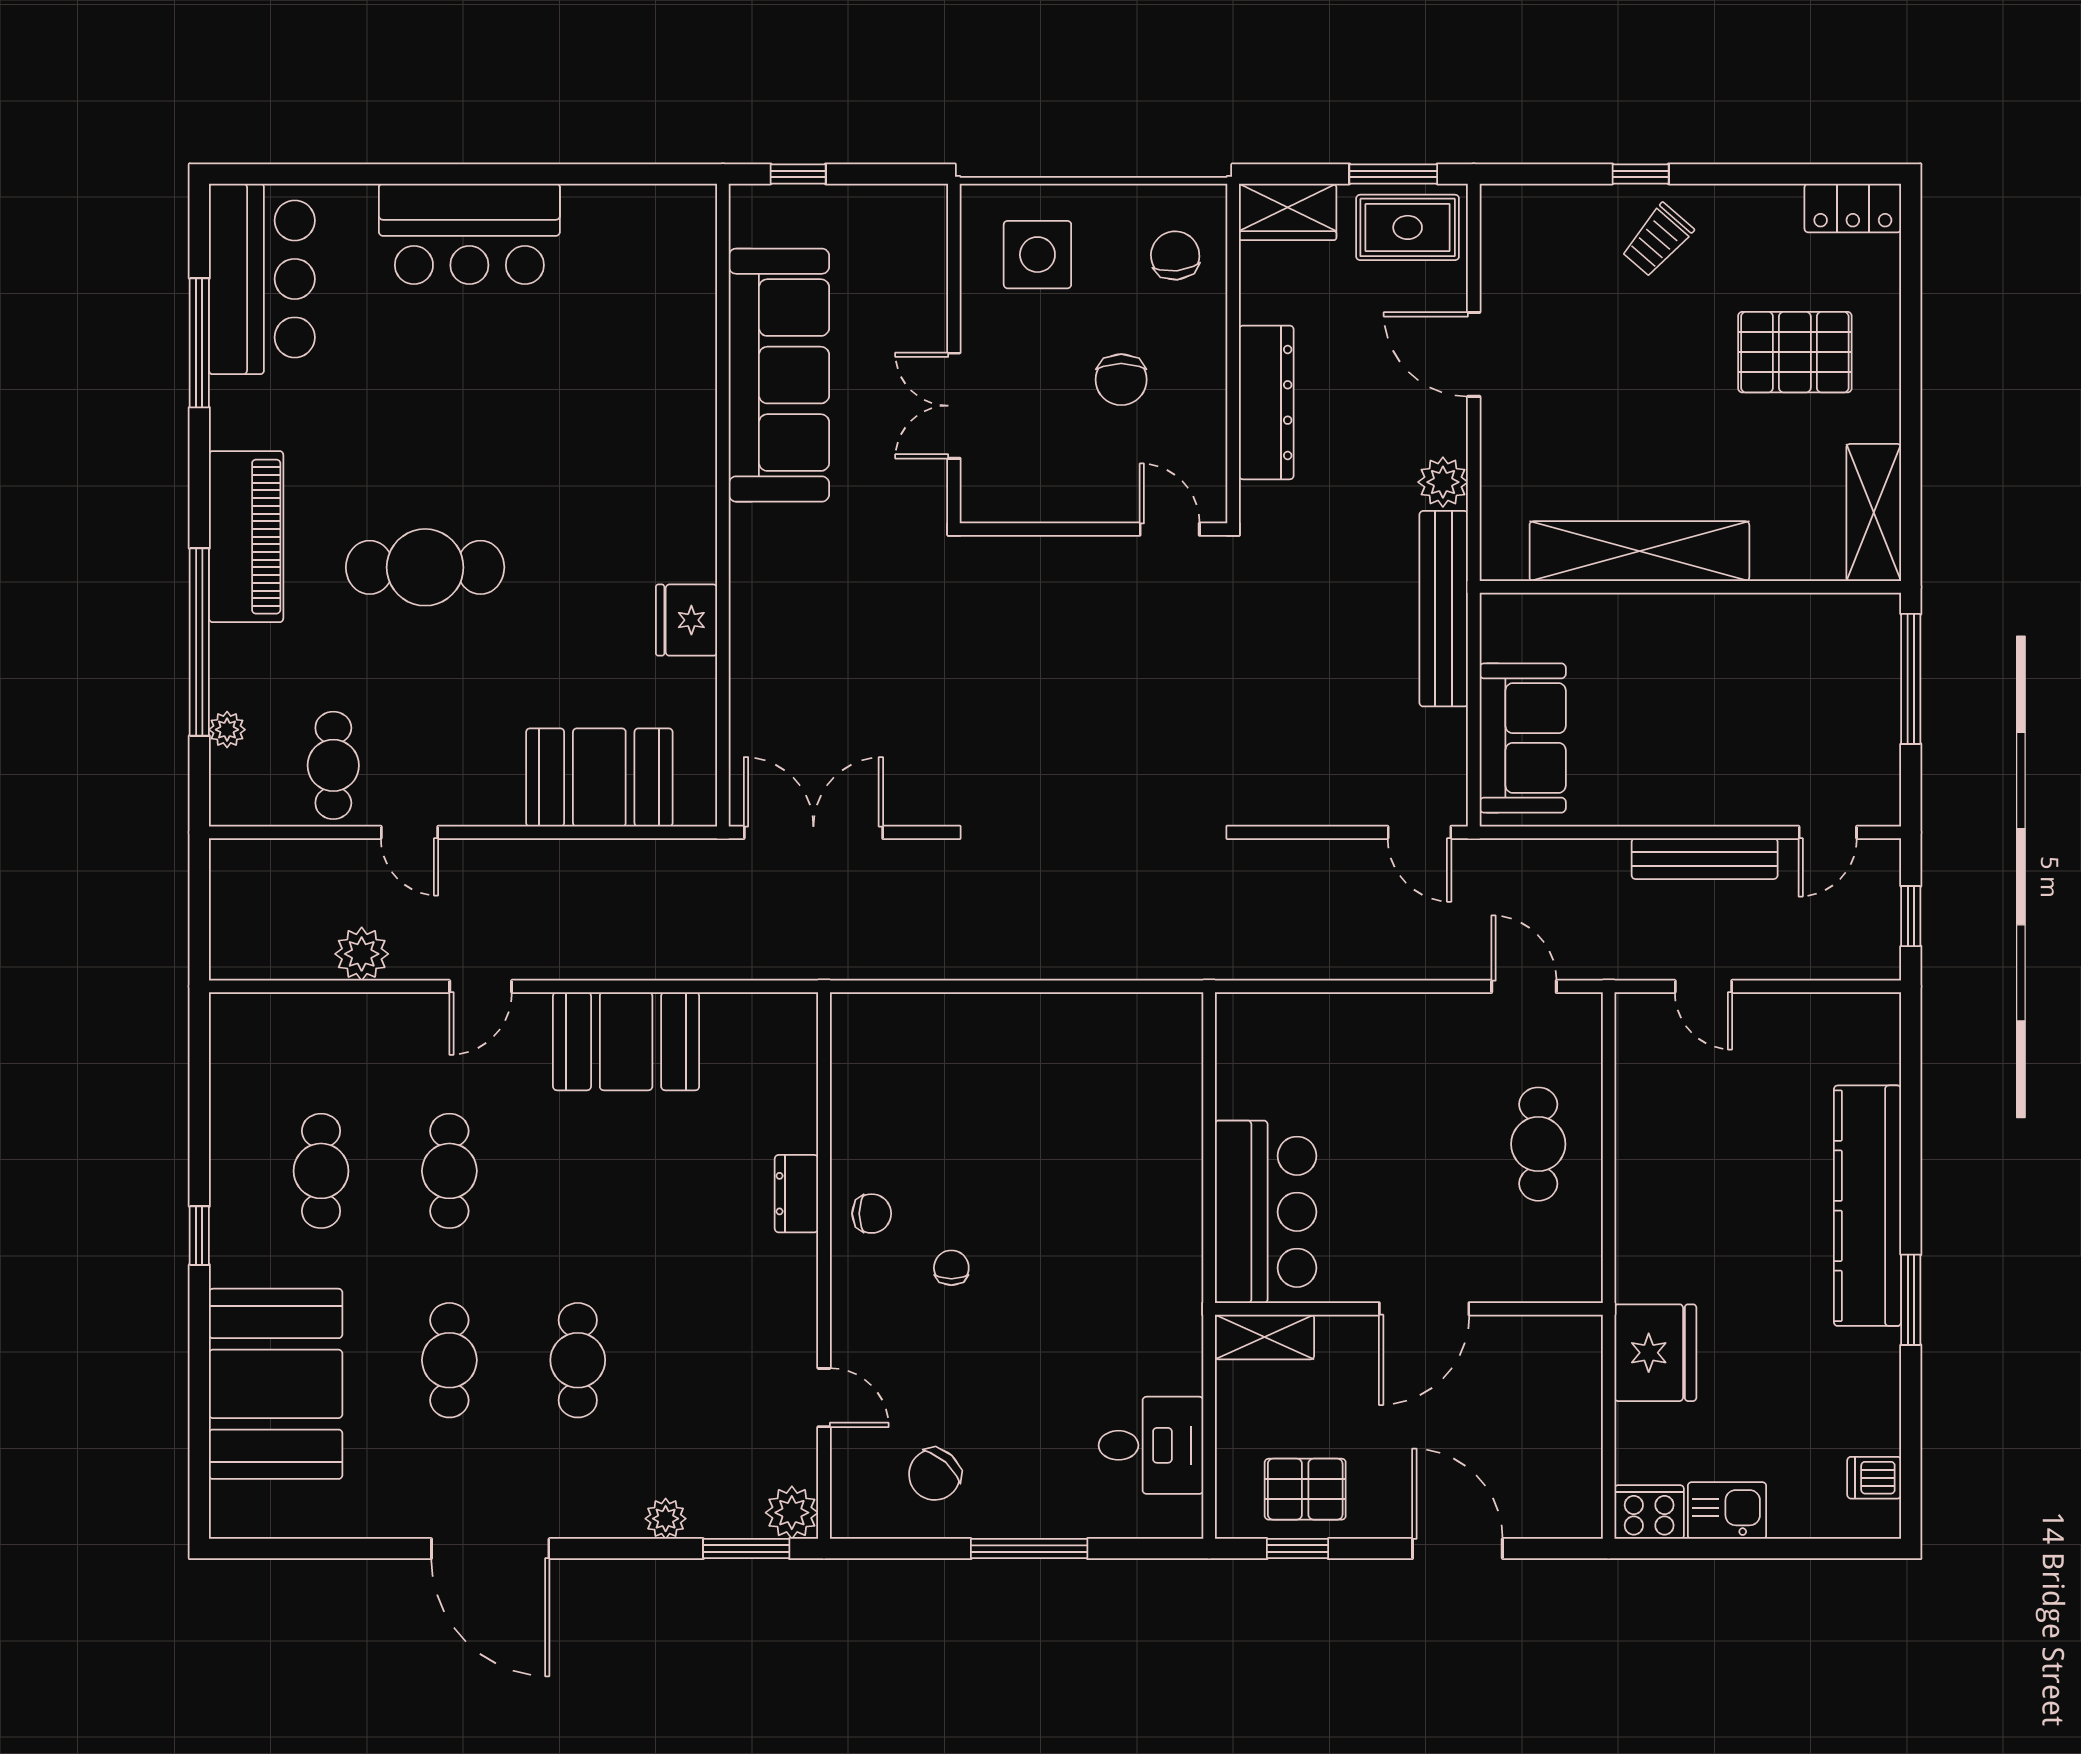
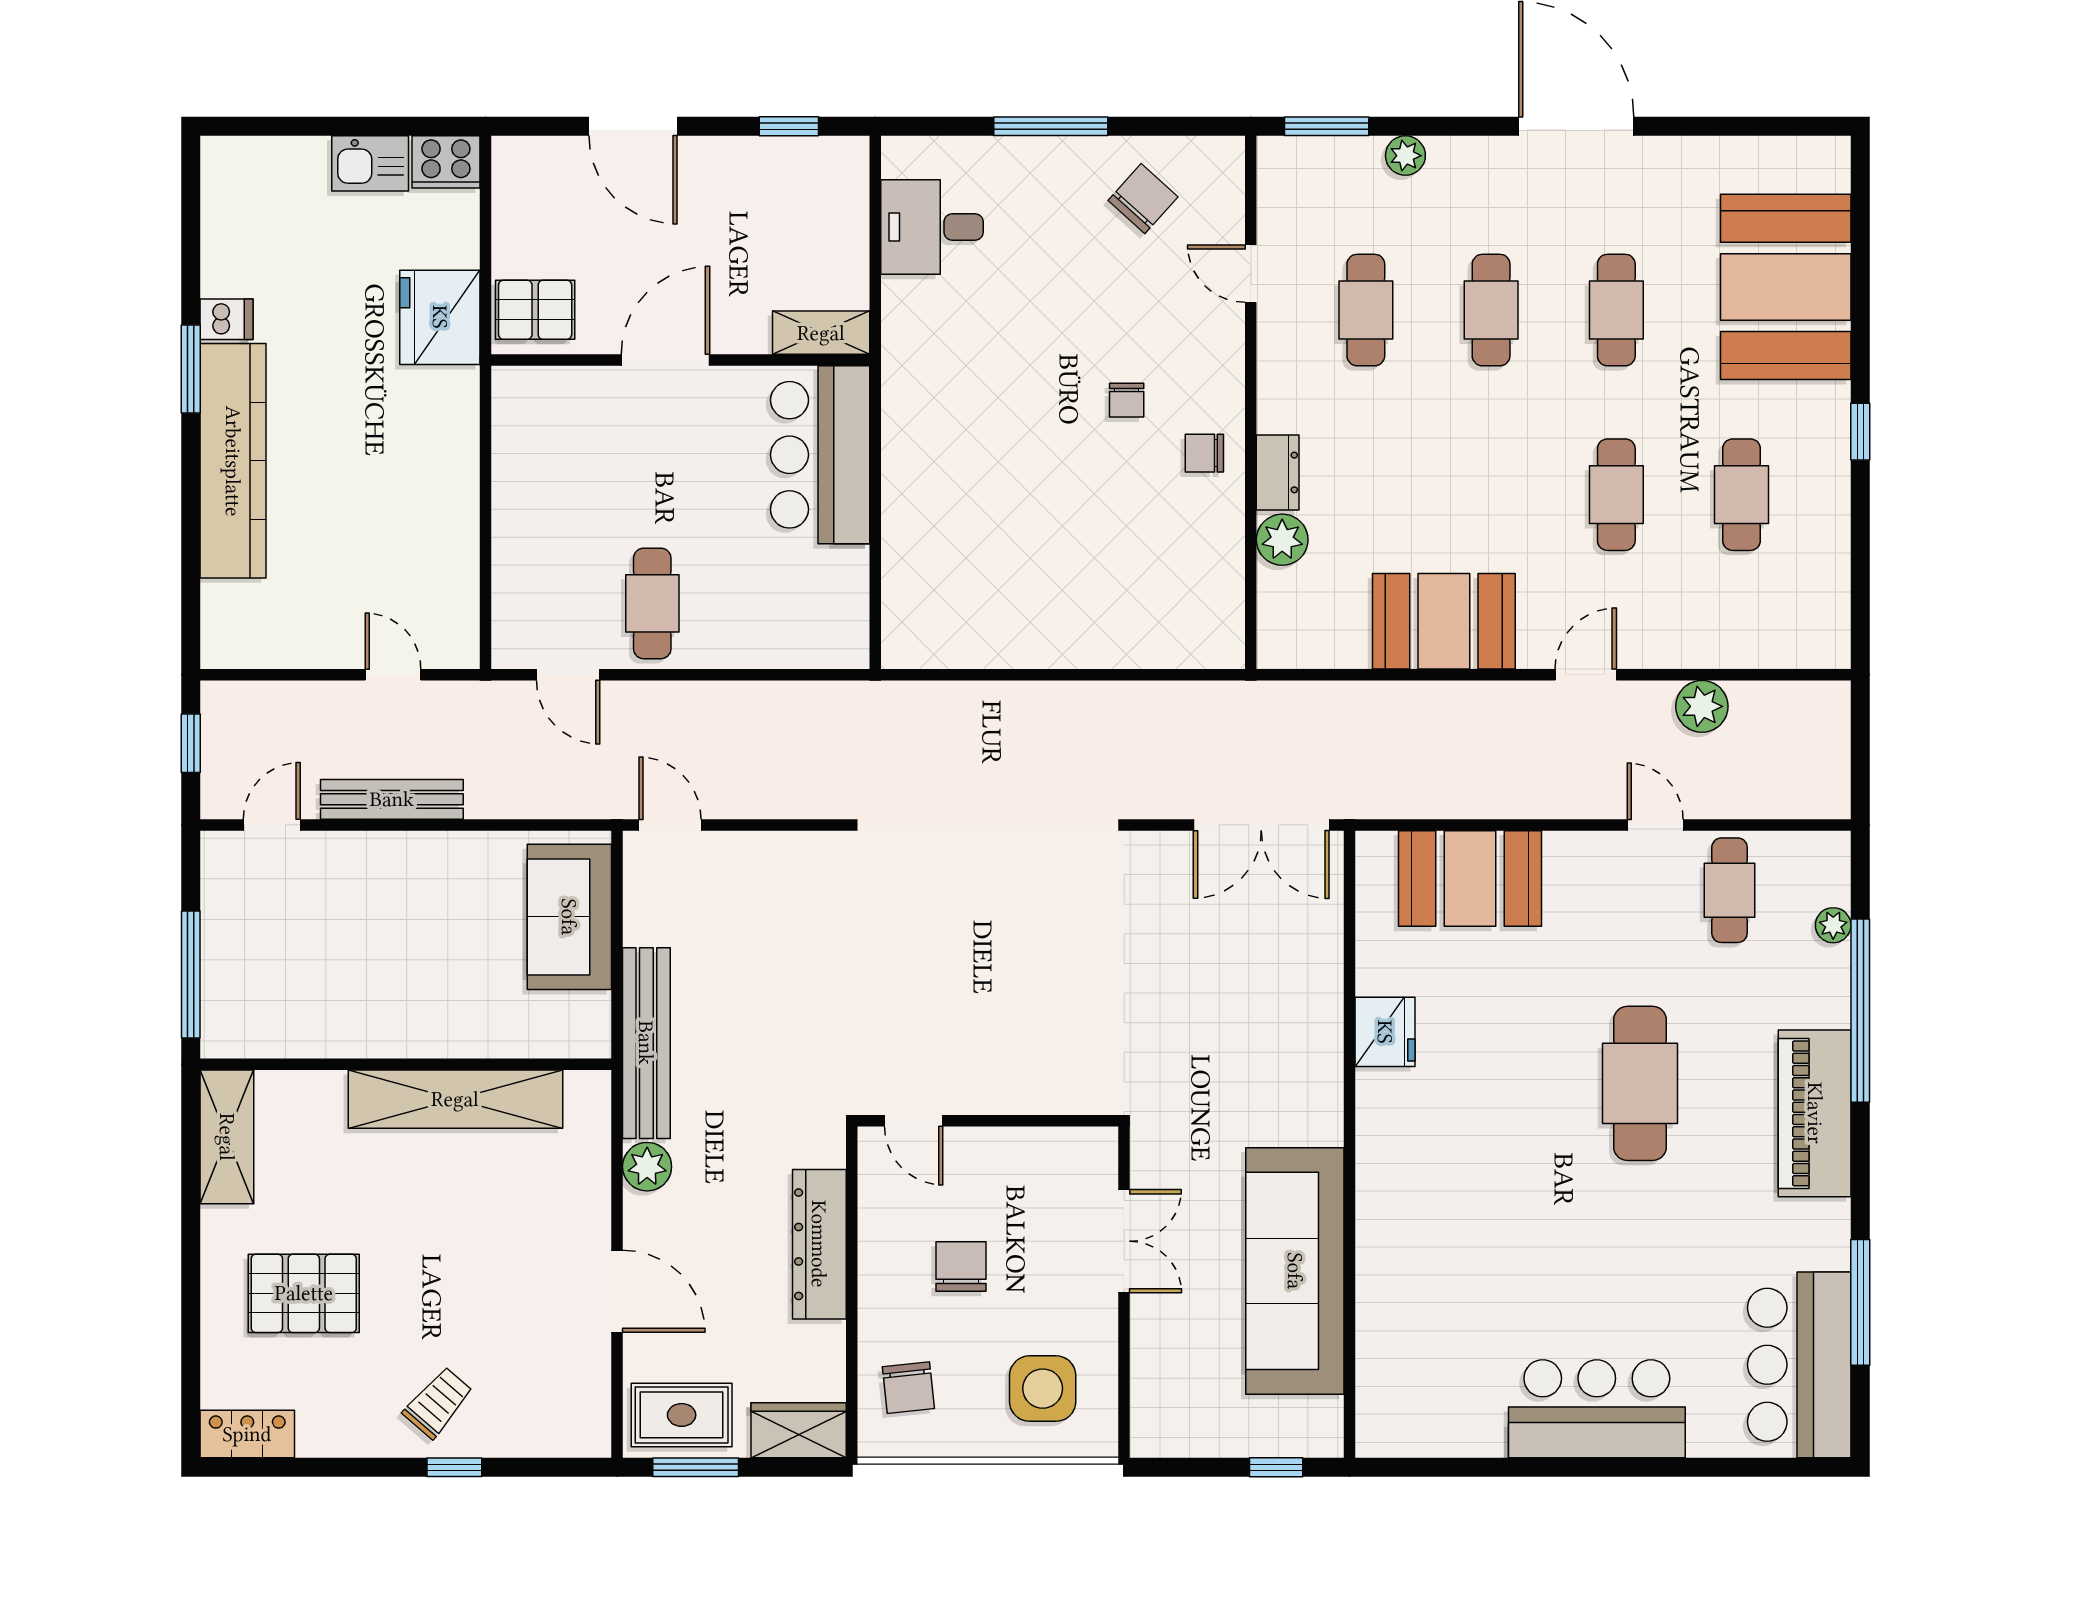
cafe table: (425, 567) -> (1640, 1083), turned 90
cafe table: (1538, 1144) -> (652, 603), moved
cafe table: (706, 1360) -> (1366, 310), added
dishwasher: (1874, 1478) -> (226, 319), moved
pallet: (1305, 1489) -> (535, 310), moved
plant: (792, 1513) -> (1282, 540), moved

